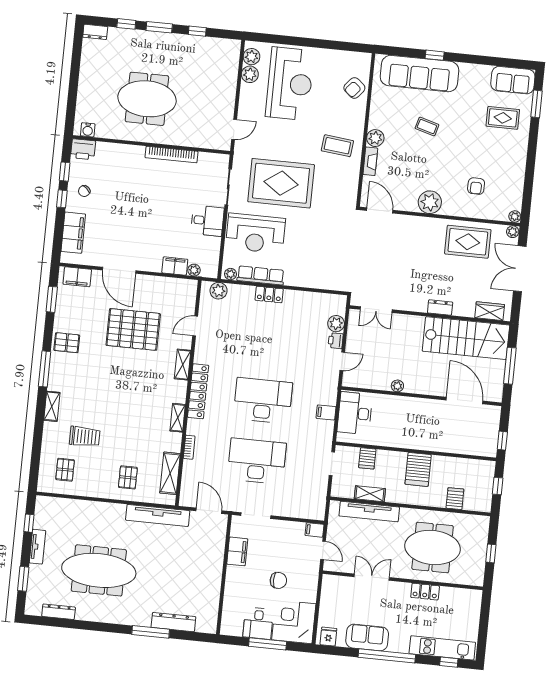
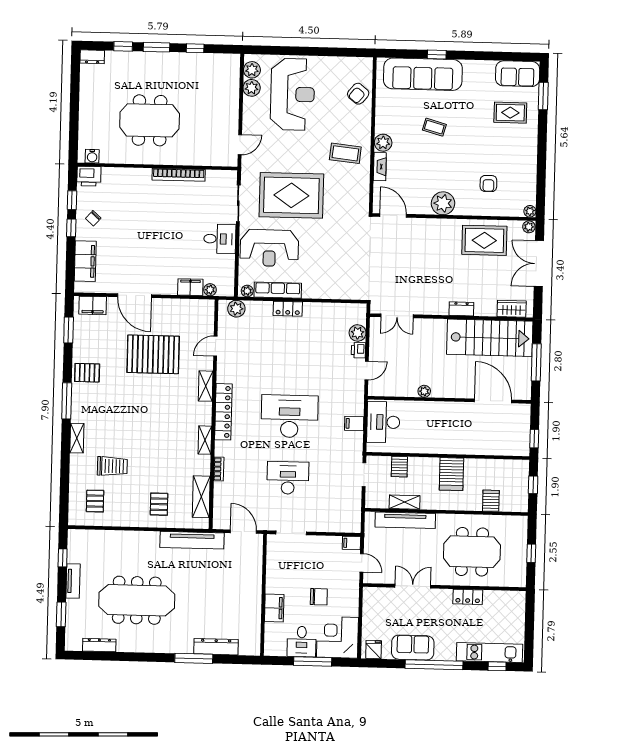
desk: (257, 461) -> (288, 478), width x0.73, depth x0.77
filing cabinet: (237, 551) -> (274, 608), moved

